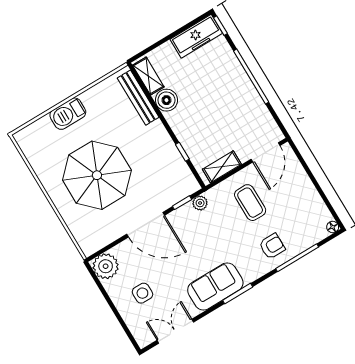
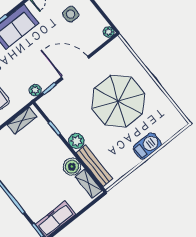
plant: (157, 132) -> (76, 141), added
plant: (106, 266) -> (109, 32), width x0.53, depth x0.53

